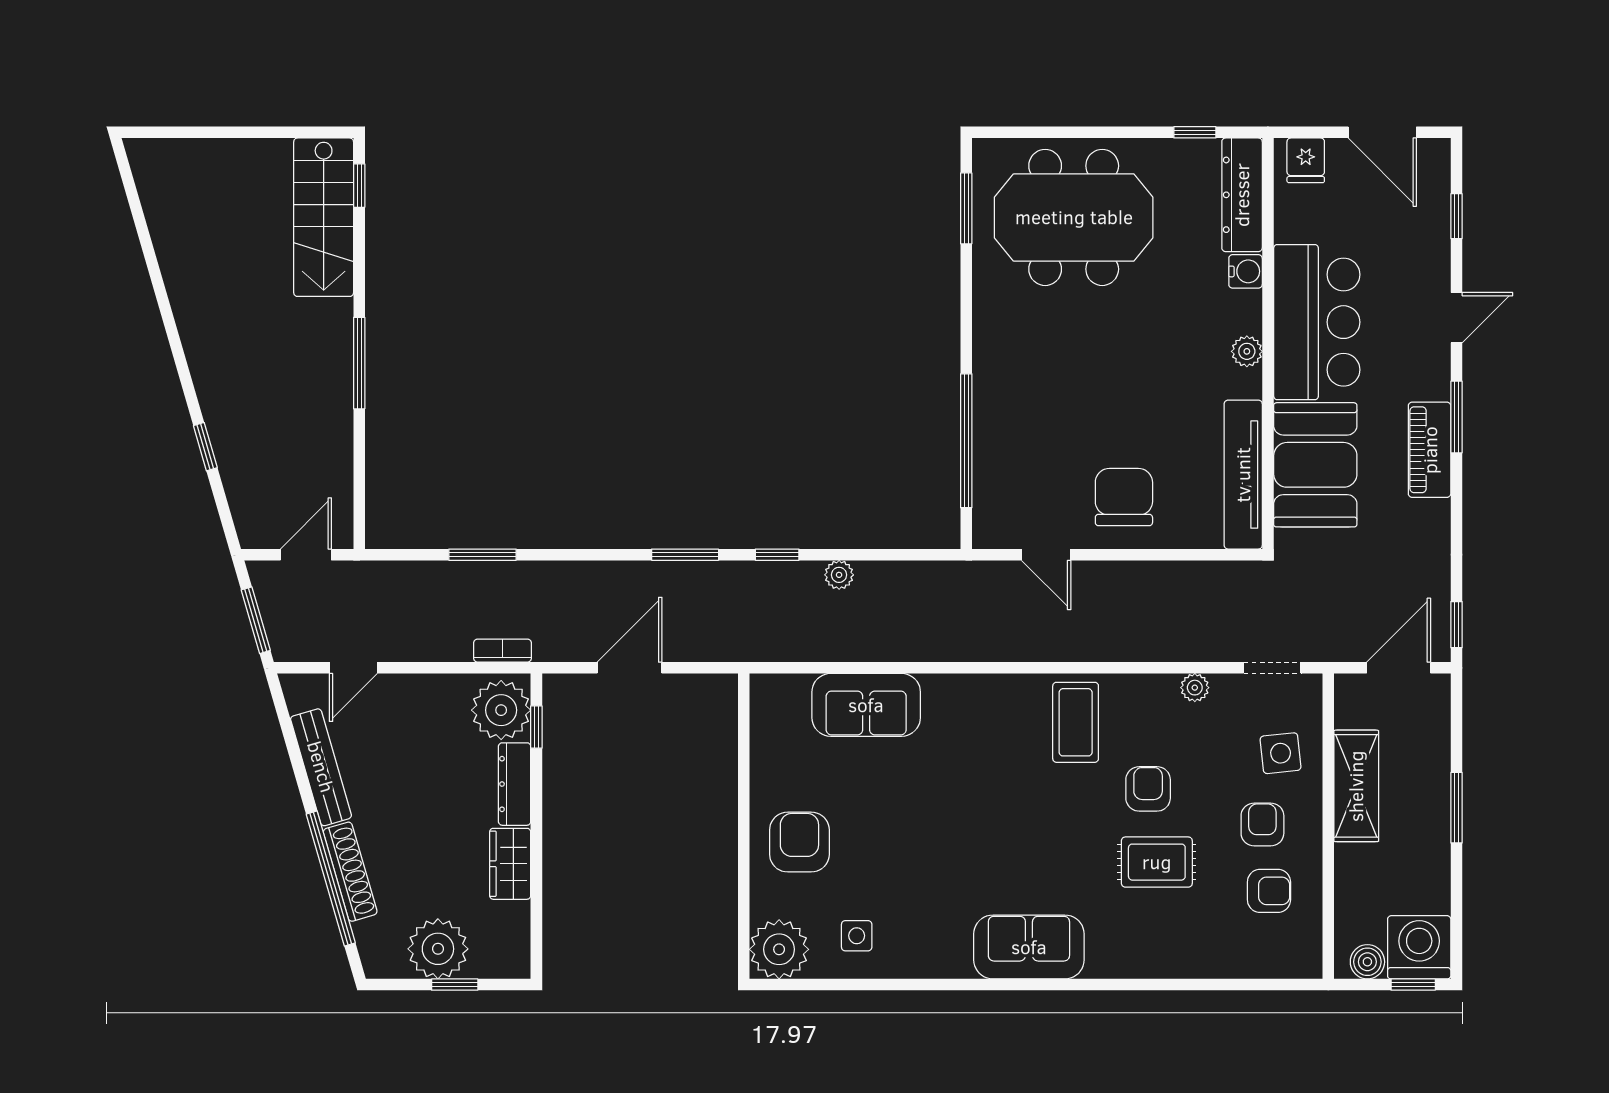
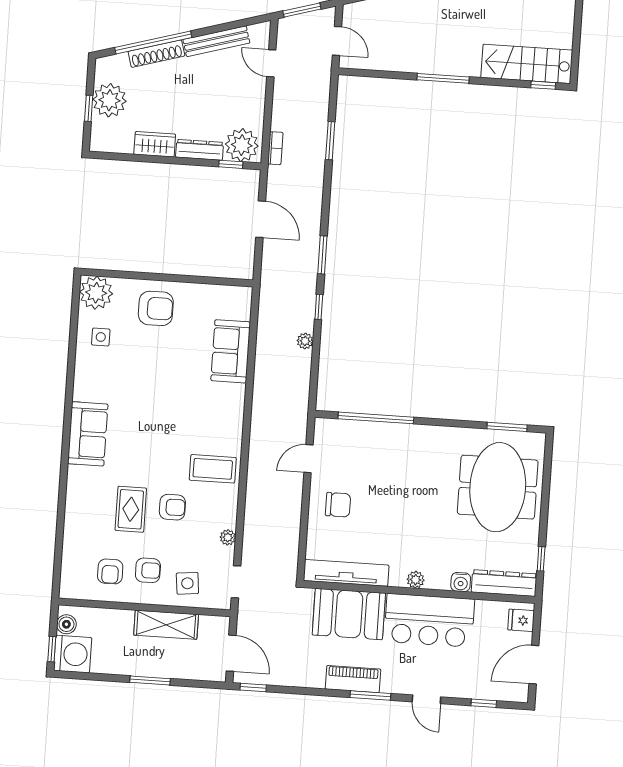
chair: (1124, 497) -> (338, 505), width x0.73, depth x0.73

